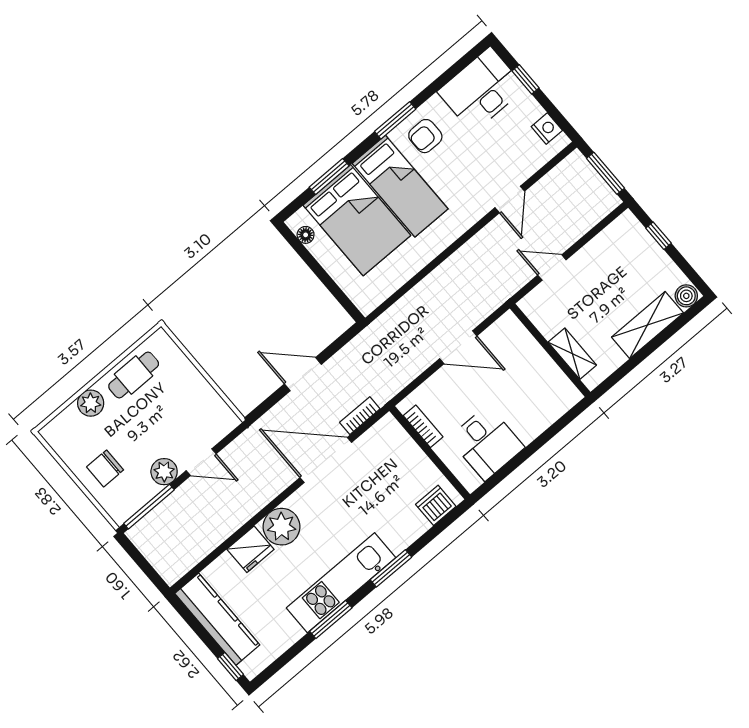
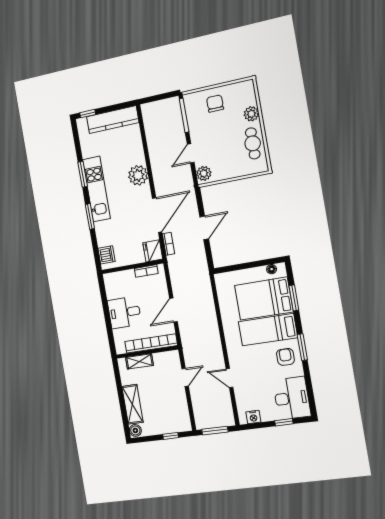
bookcase: (532, 352) -> (151, 343), added
desk: (486, 443) -> (124, 312), moved
plant: (164, 472) -> (204, 173), moved
fridge: (250, 549) -> (153, 251), moved

